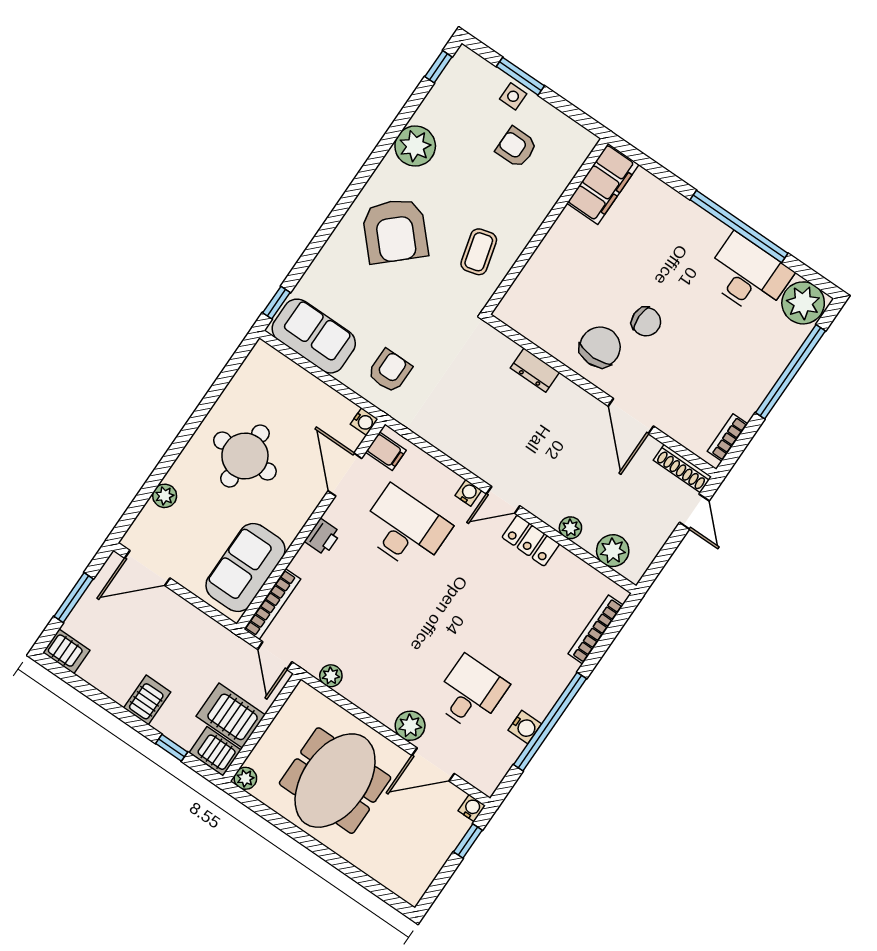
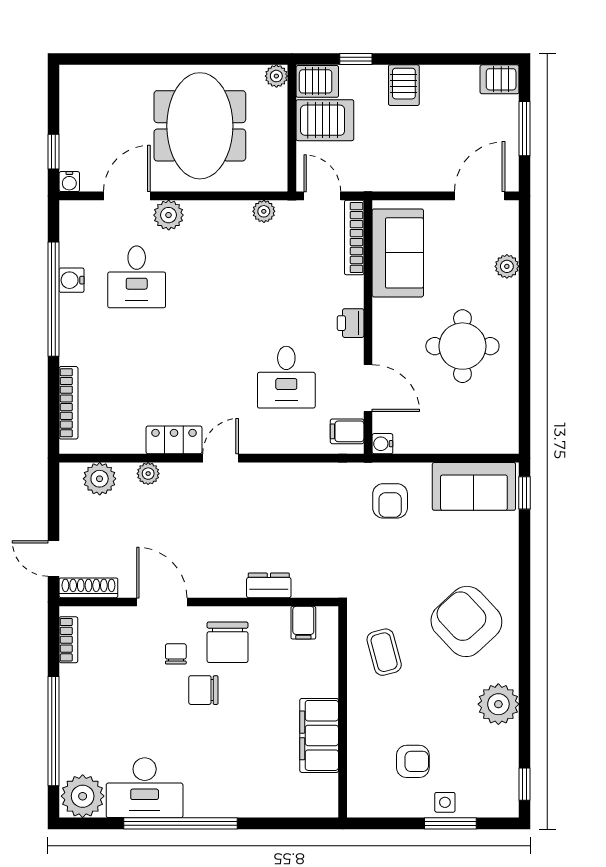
filing cabinet: (603, 184) -> (319, 735), moved
filing cabinet: (528, 321) -> (303, 623), added
chair: (648, 366) -> (176, 654), added
water cooler: (468, 493) -> (254, 444), removed
desk: (405, 529) -> (286, 377), width x0.73

